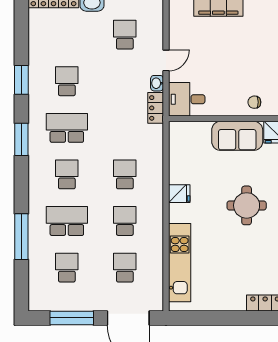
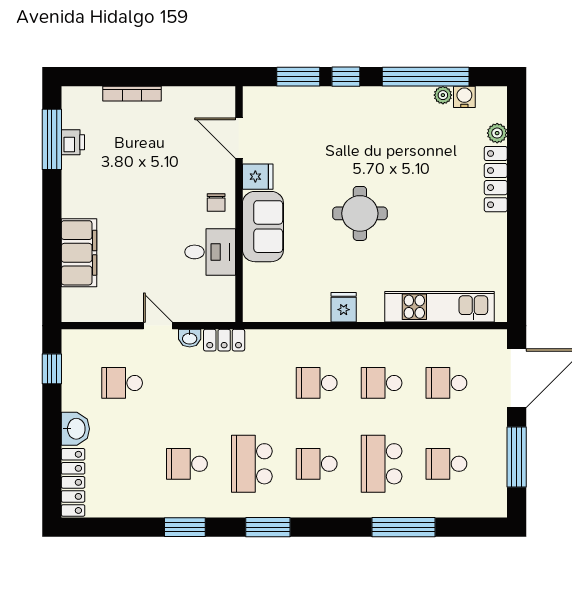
desk: (187, 99) -> (210, 252), moved, turned -90

